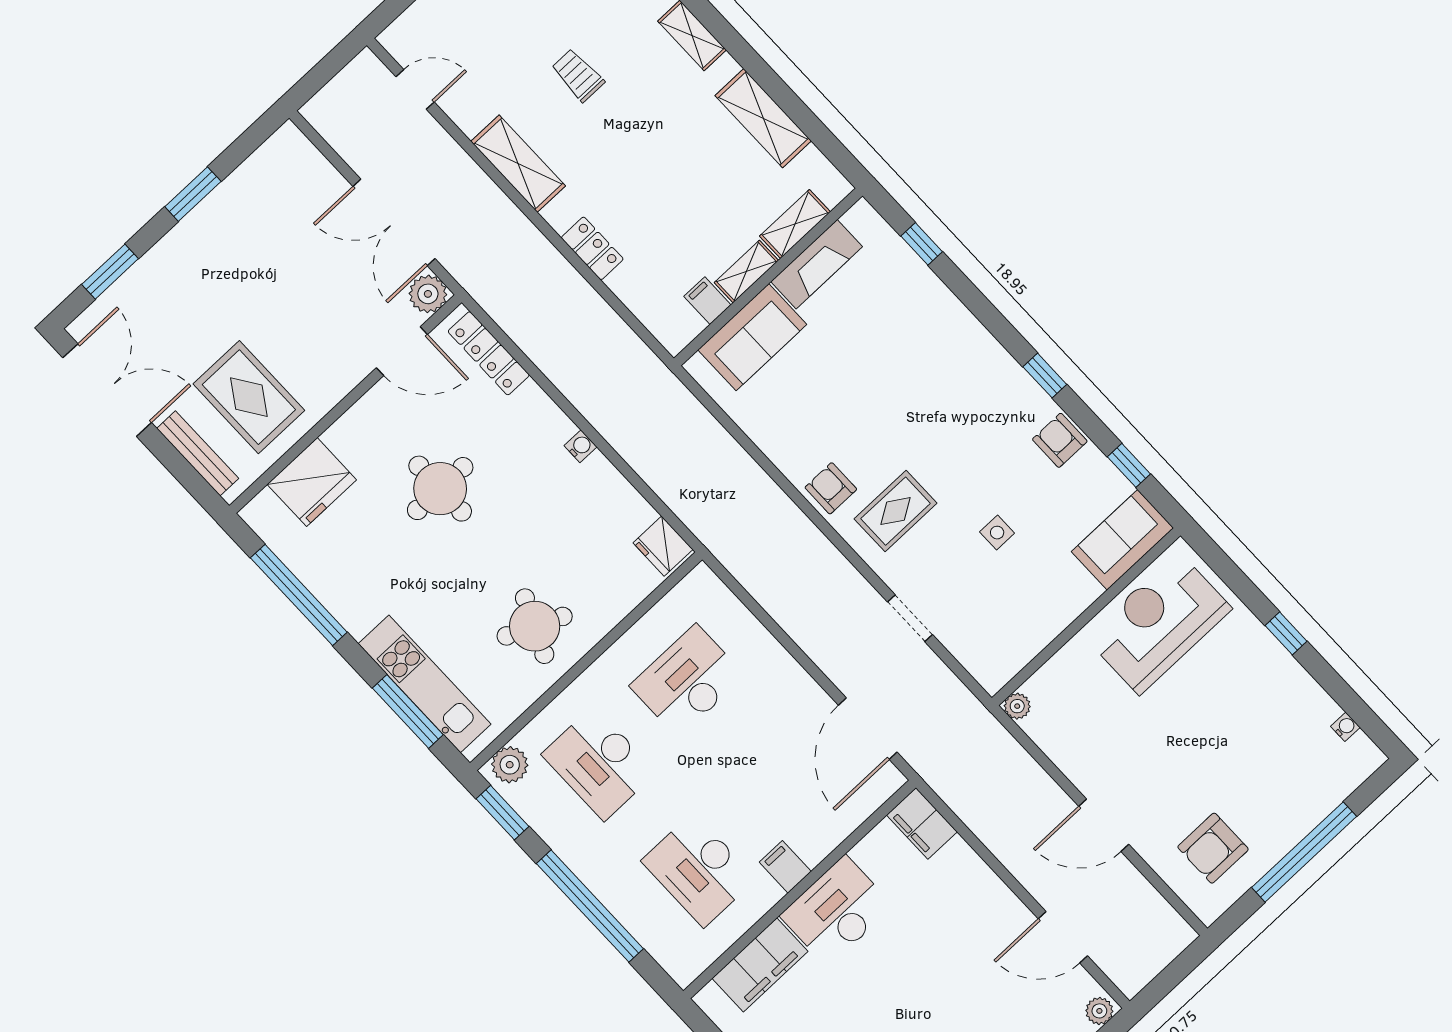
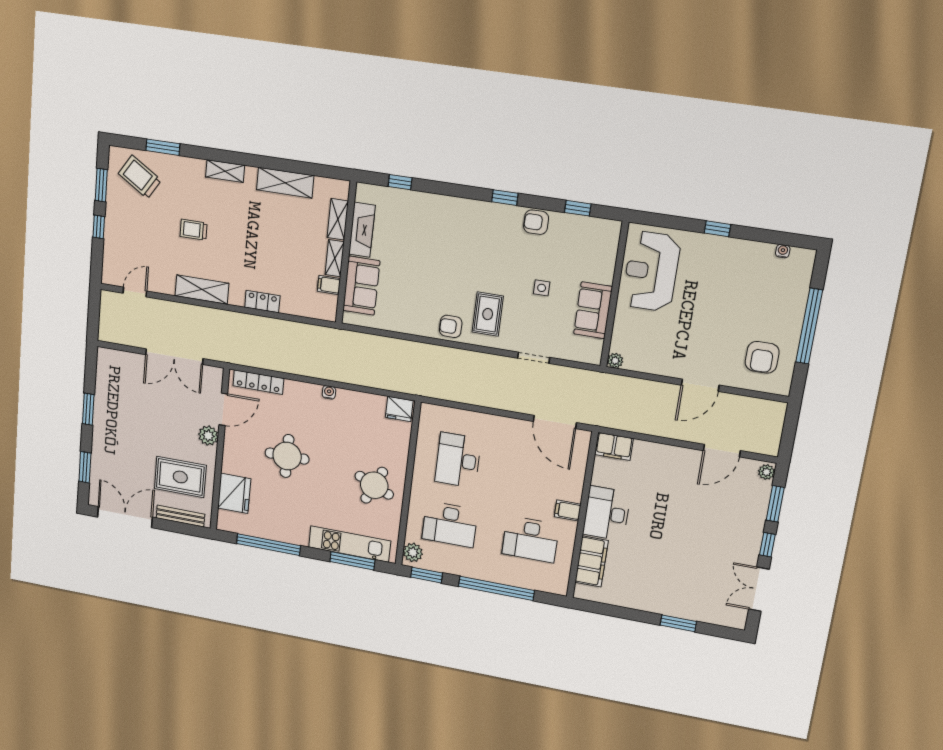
plant: (428, 294) -> (208, 436), moved
sofa: (1122, 540) -> (593, 310), moved

